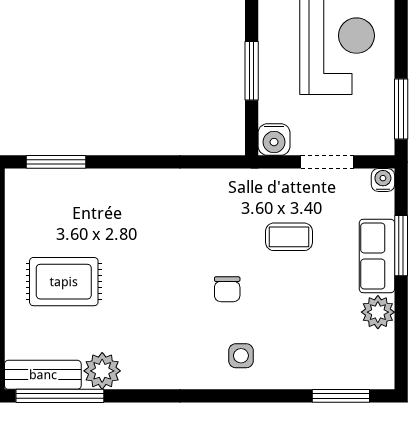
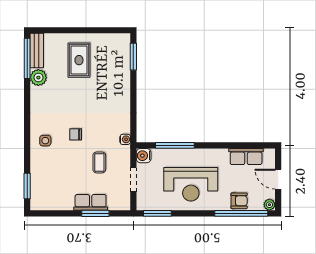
window: (252, 71) -> (175, 145), width x1.44
water cooler: (383, 180) -> (125, 139), moved
plant: (378, 312) -> (65, 203), removed

